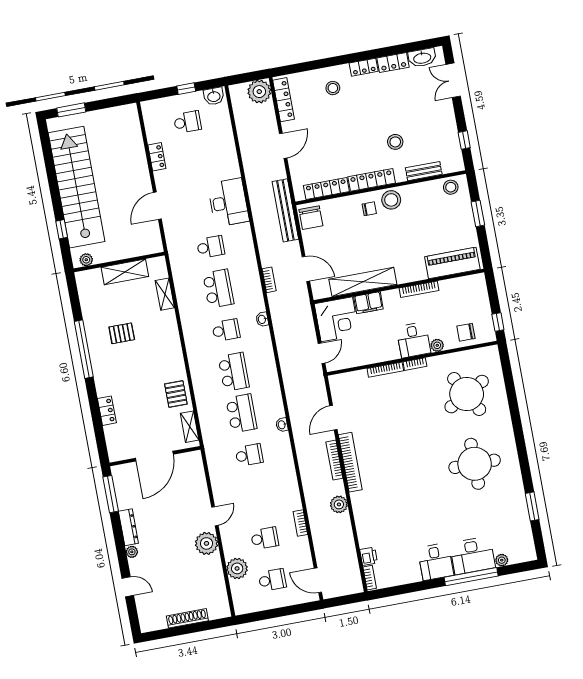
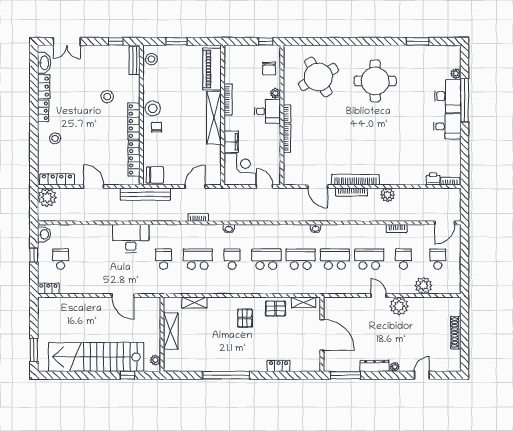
locker: (157, 157) -> (48, 289), moved
bench: (424, 171) -> (135, 61), moved
shelving: (363, 282) -> (214, 118), moved
pallet: (122, 333) -> (245, 318), moved
school desk: (249, 455) -> (335, 259), width x1.85
school desk: (257, 497) -> (369, 259), added

